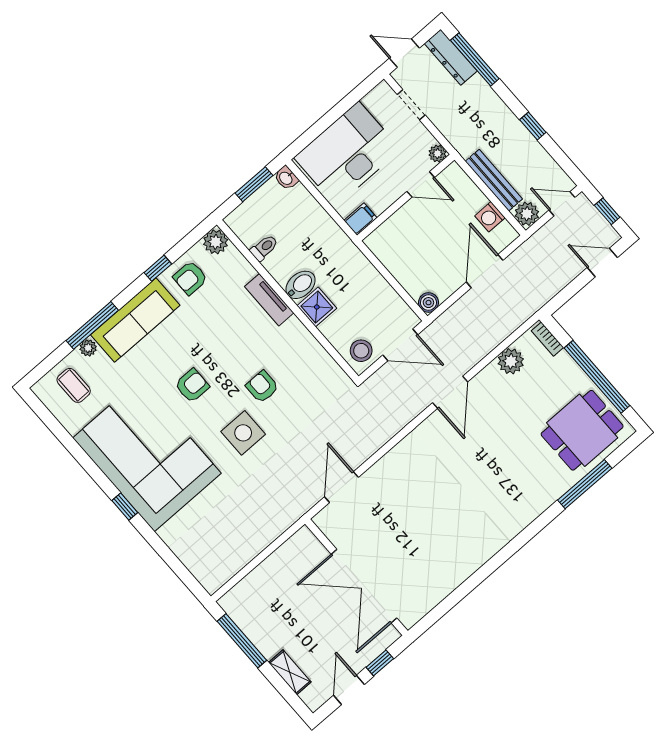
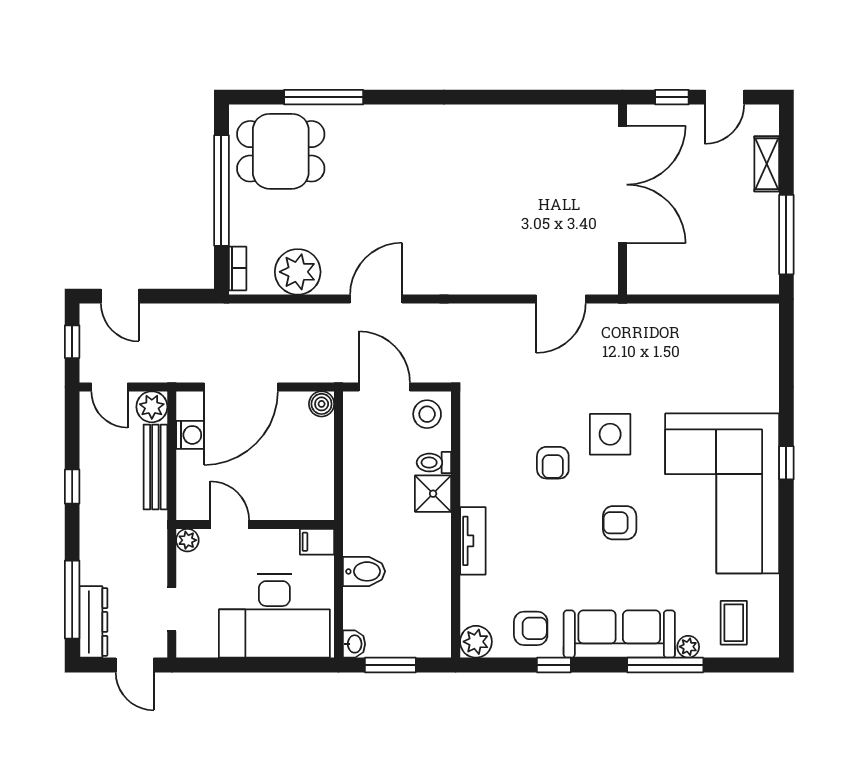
toilet: (264, 248) -> (434, 463), moved
door: (485, 271) -> (241, 387), width x1.36
bidet: (300, 285) -> (364, 571), moved, turned 180
plant: (511, 361) -> (298, 272), width x1.36, depth x1.36

